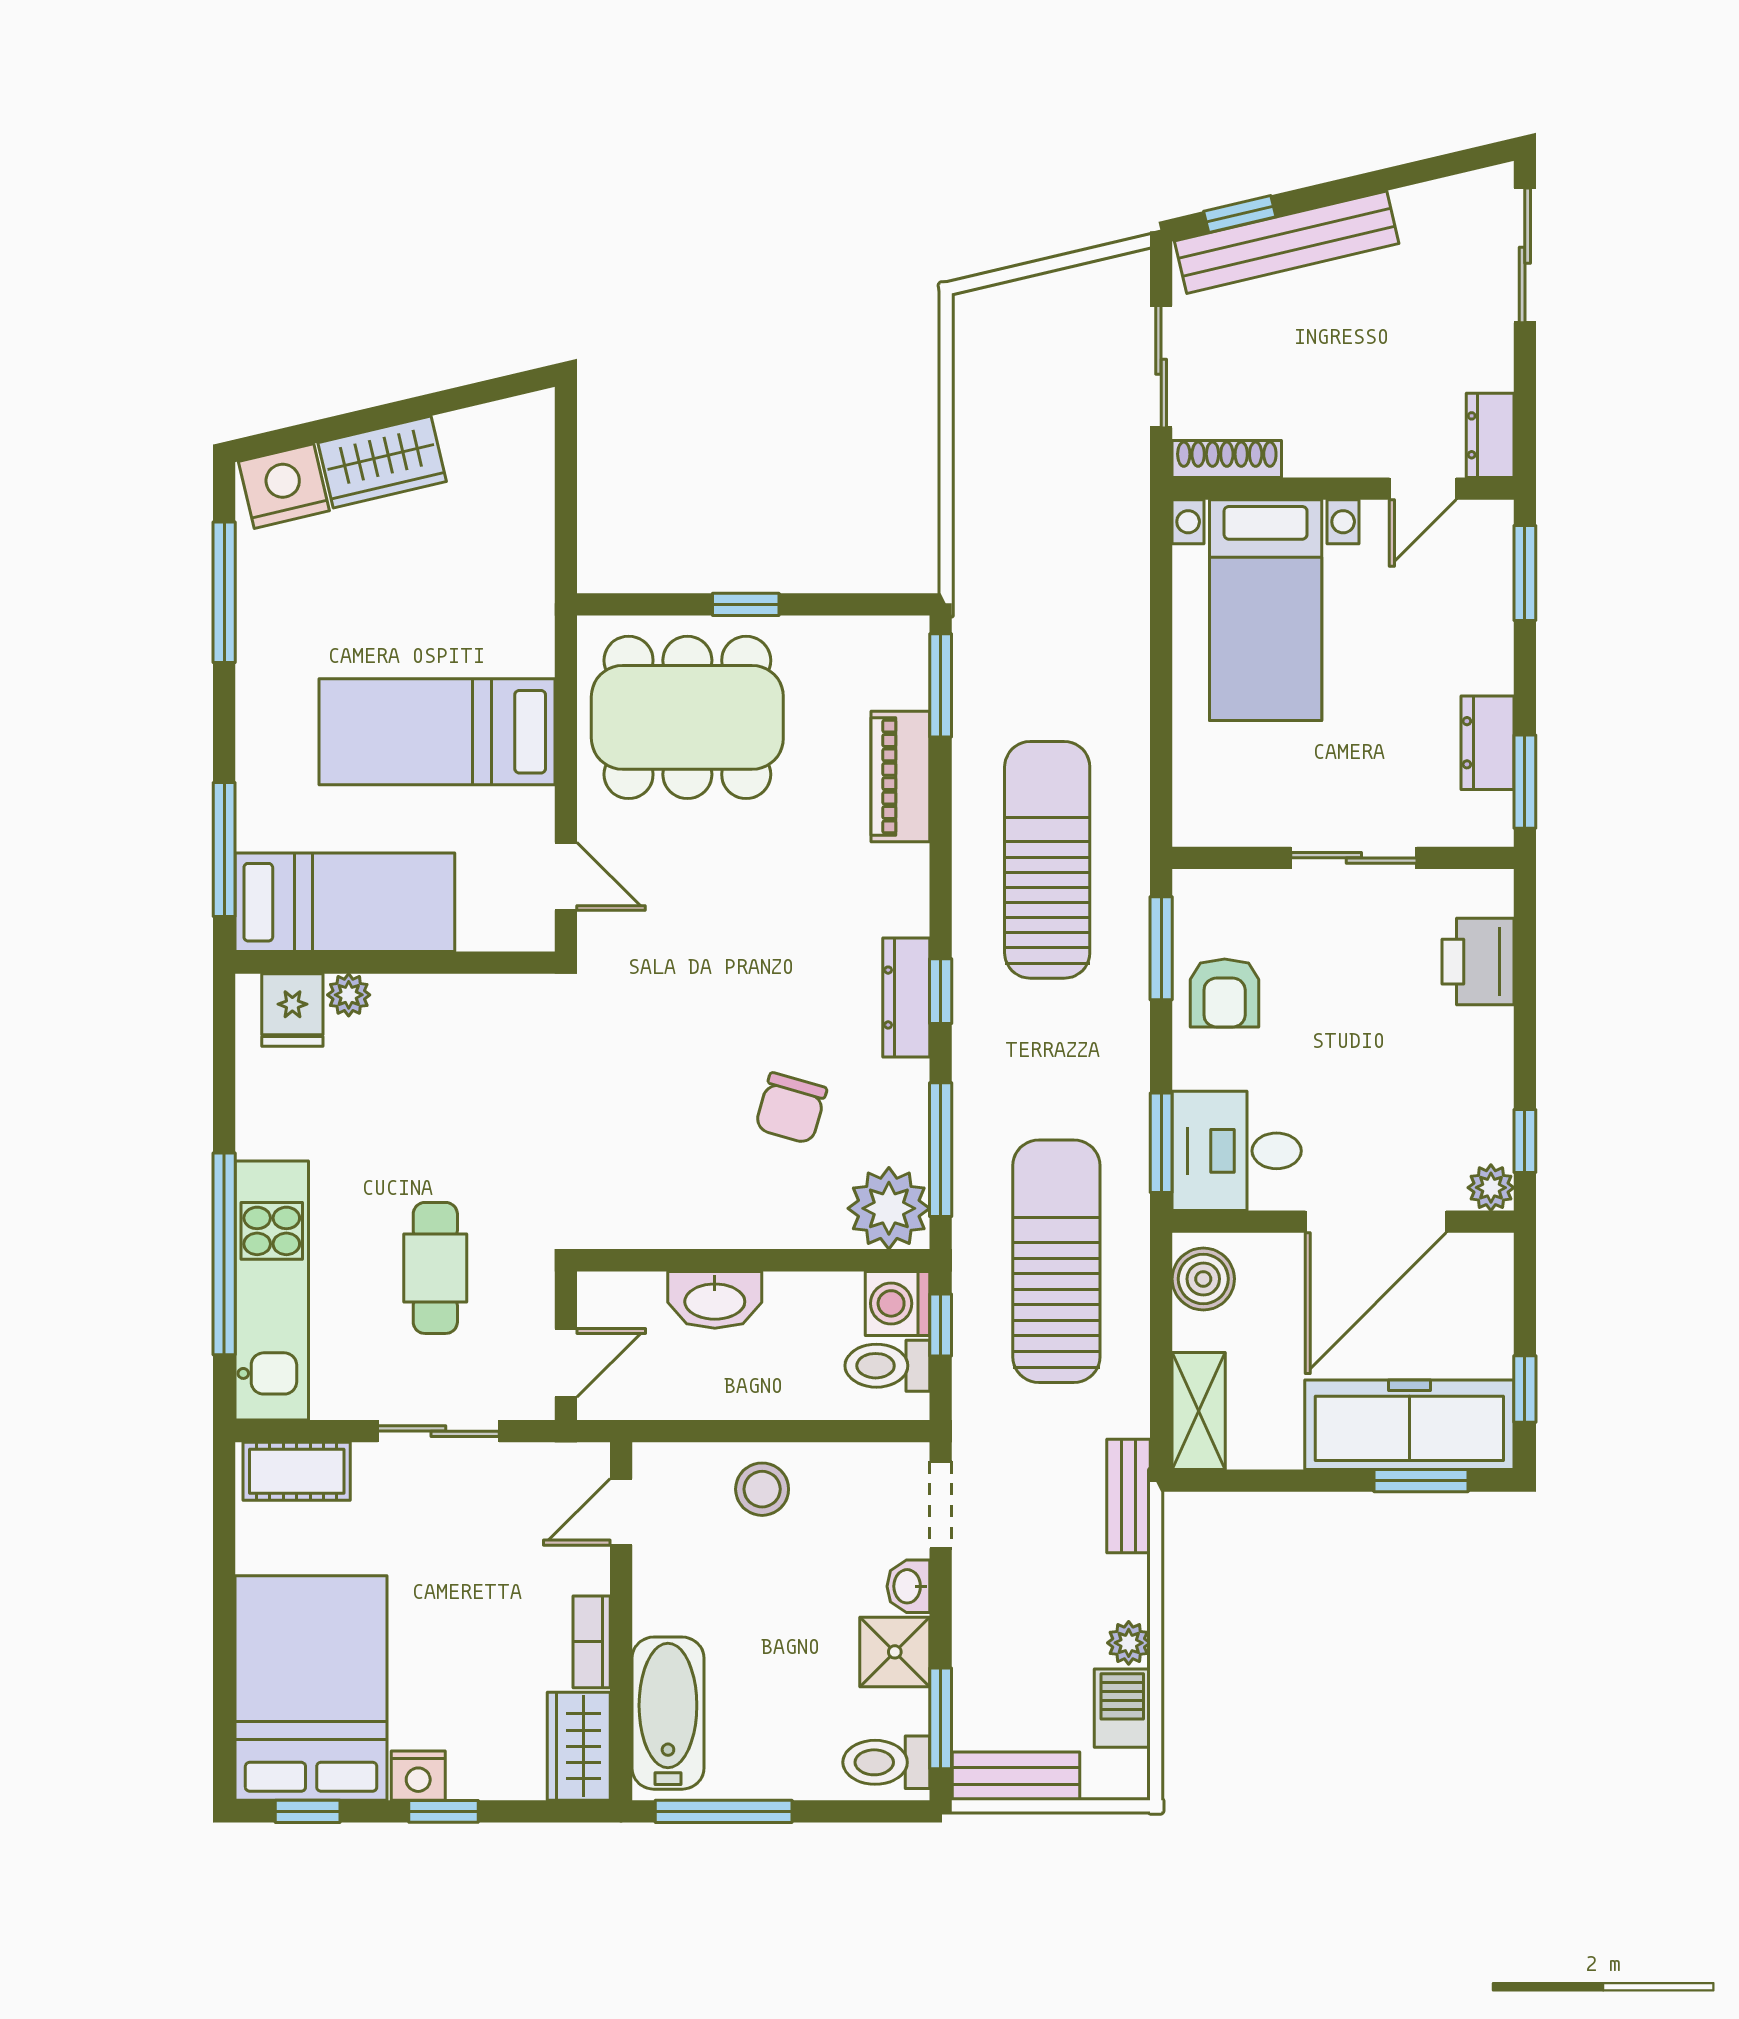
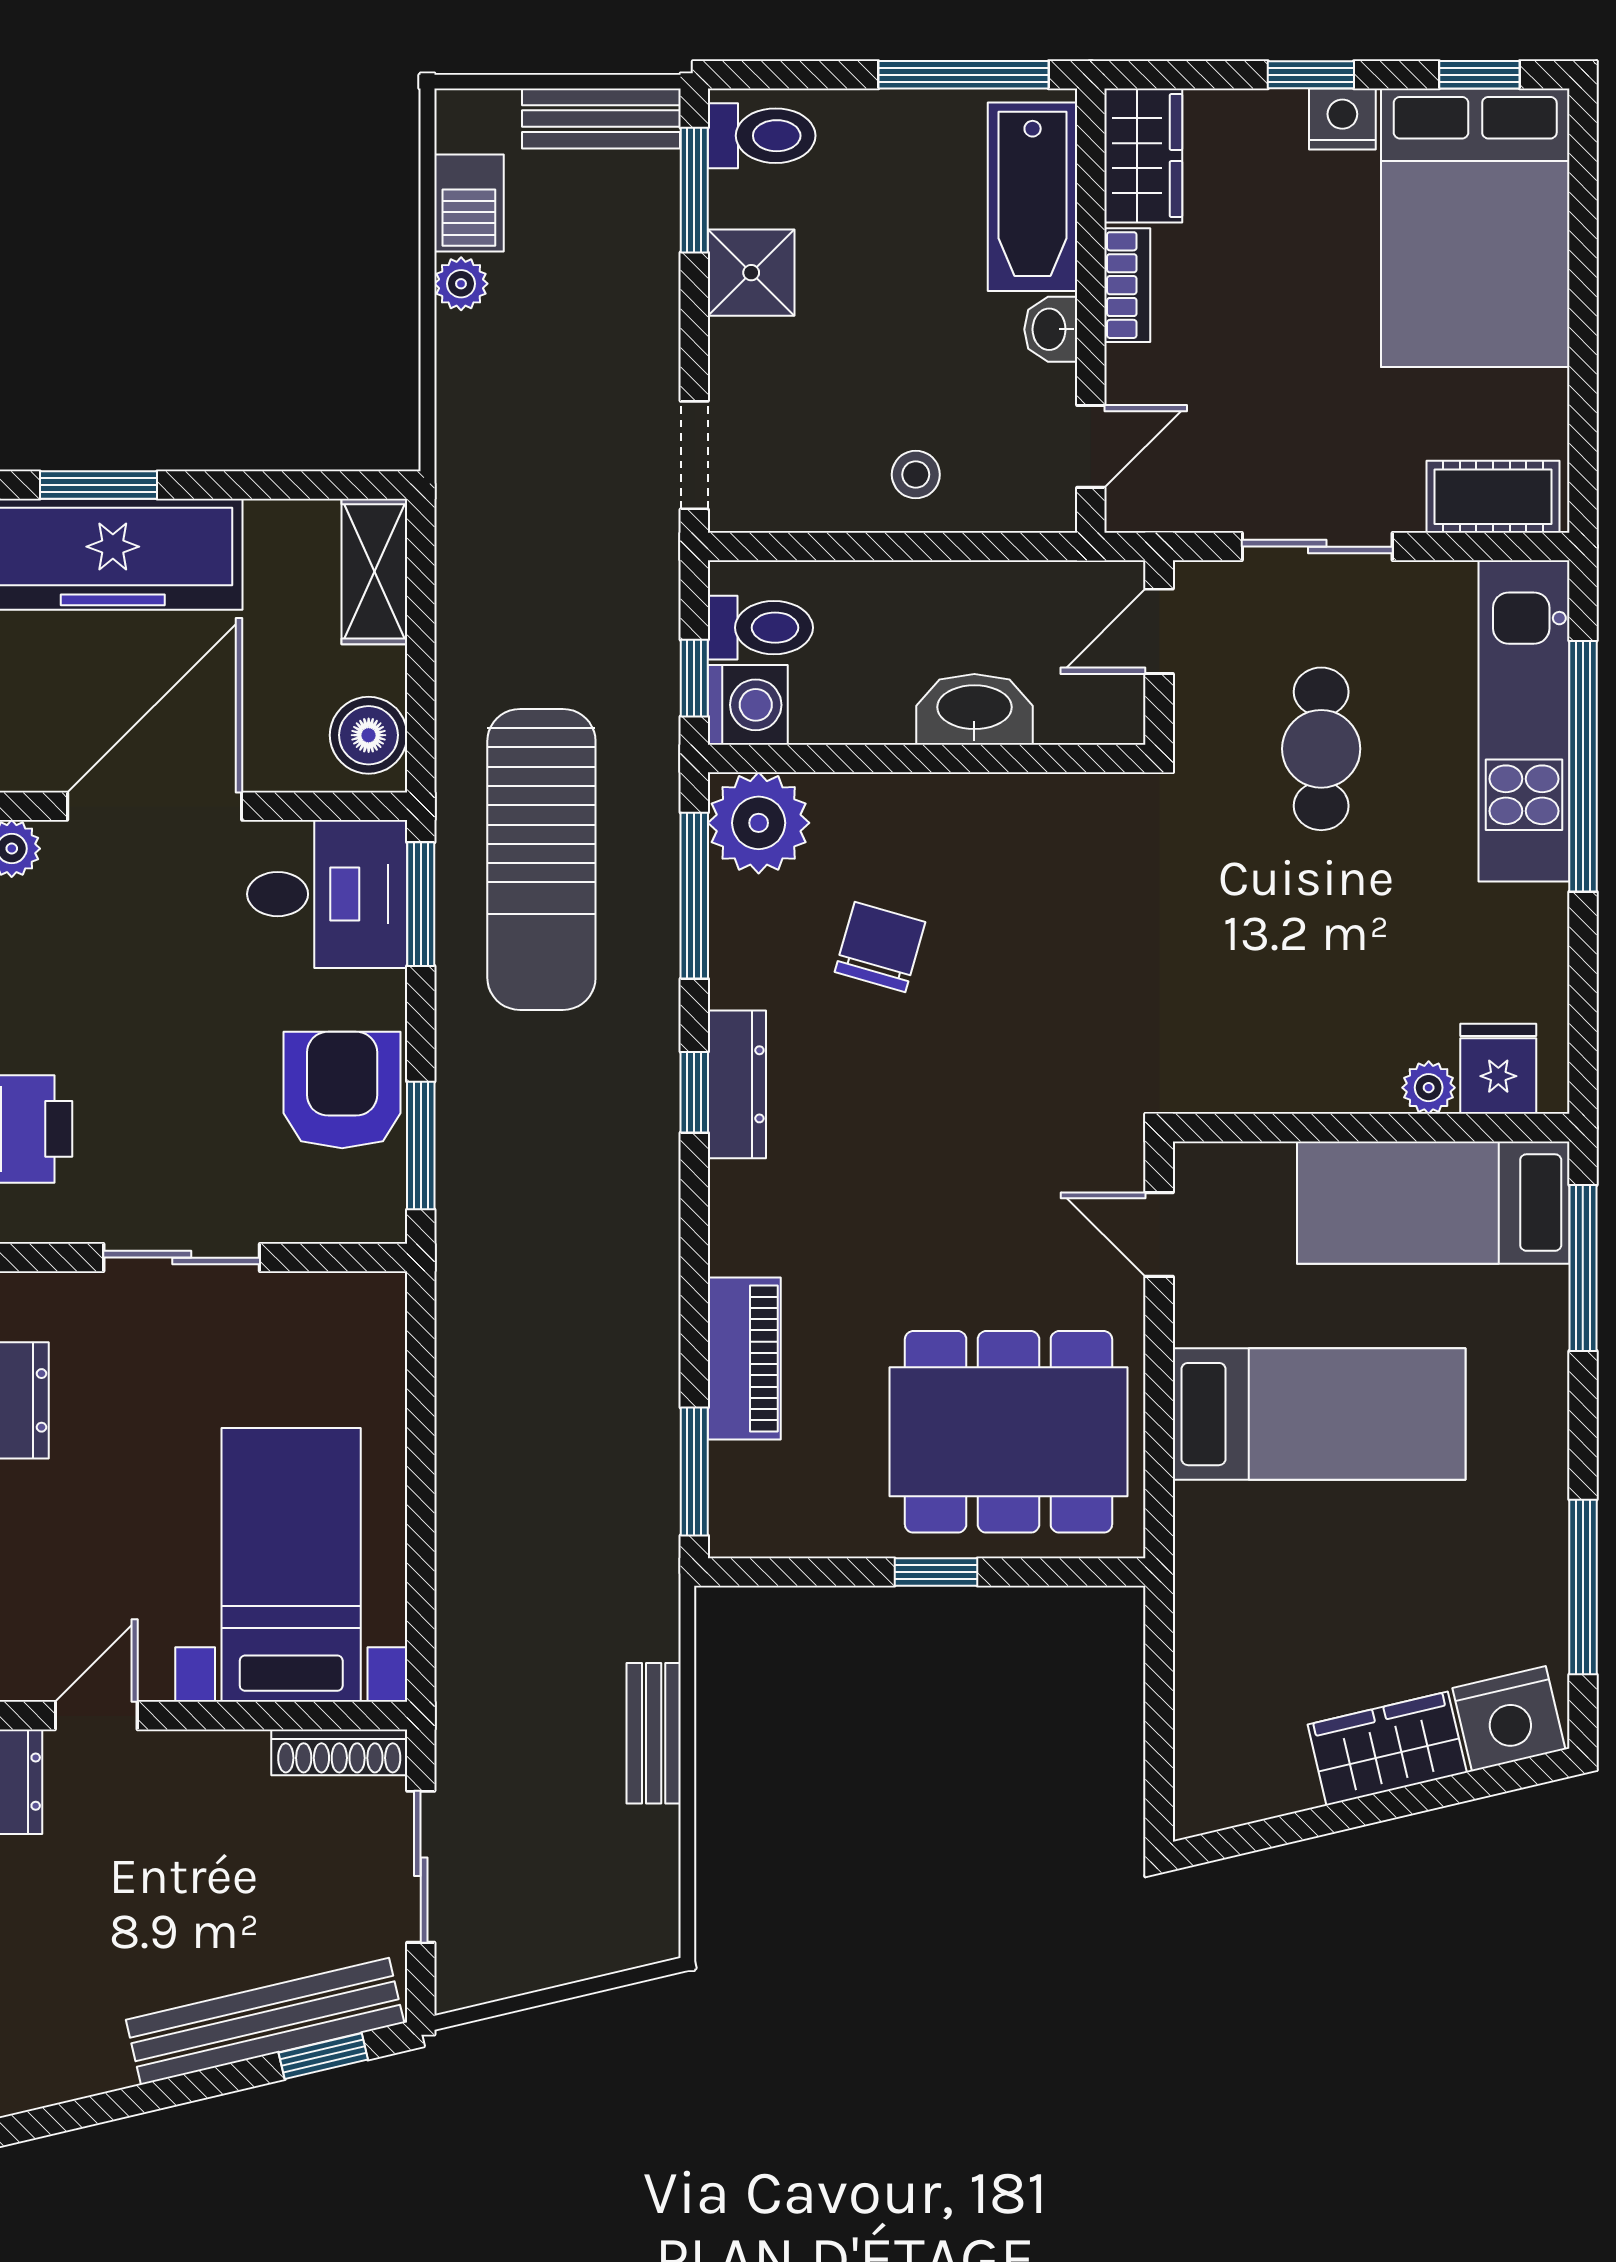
sun lounger: (1047, 860) -> (562, 1255), removed
armchair: (1225, 993) -> (342, 1090), width x1.38, depth x1.38
sun lounger: (1056, 1261) -> (541, 859), moved
stool: (762, 1489) -> (916, 475), width x0.73, depth x0.73
bench: (1128, 1496) -> (654, 1733), moved
washbasin: (908, 1586) -> (1051, 329), moved, turned 180

